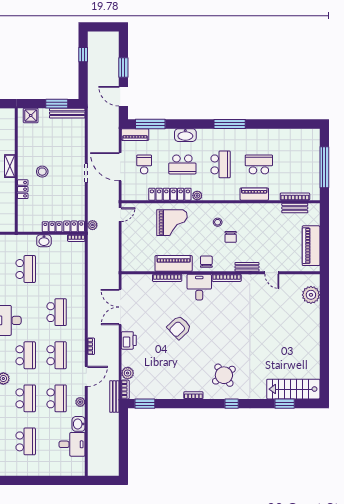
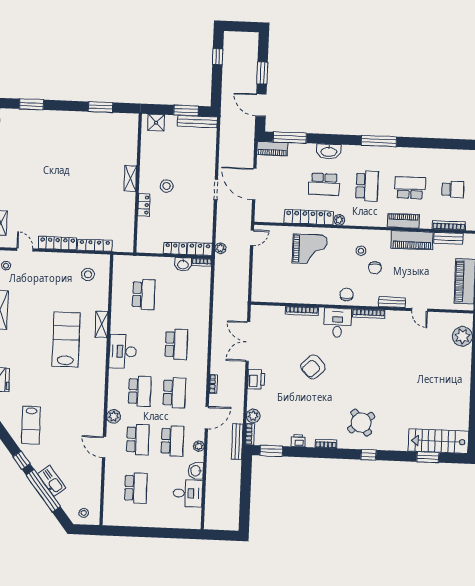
school desk: (144, 164) -> (453, 189), moved, turned 90
washbasin: (44, 241) -> (183, 264), moved
piano: (174, 263) -> (412, 240), moved, turned 180
printer: (168, 394) -> (298, 441), added

